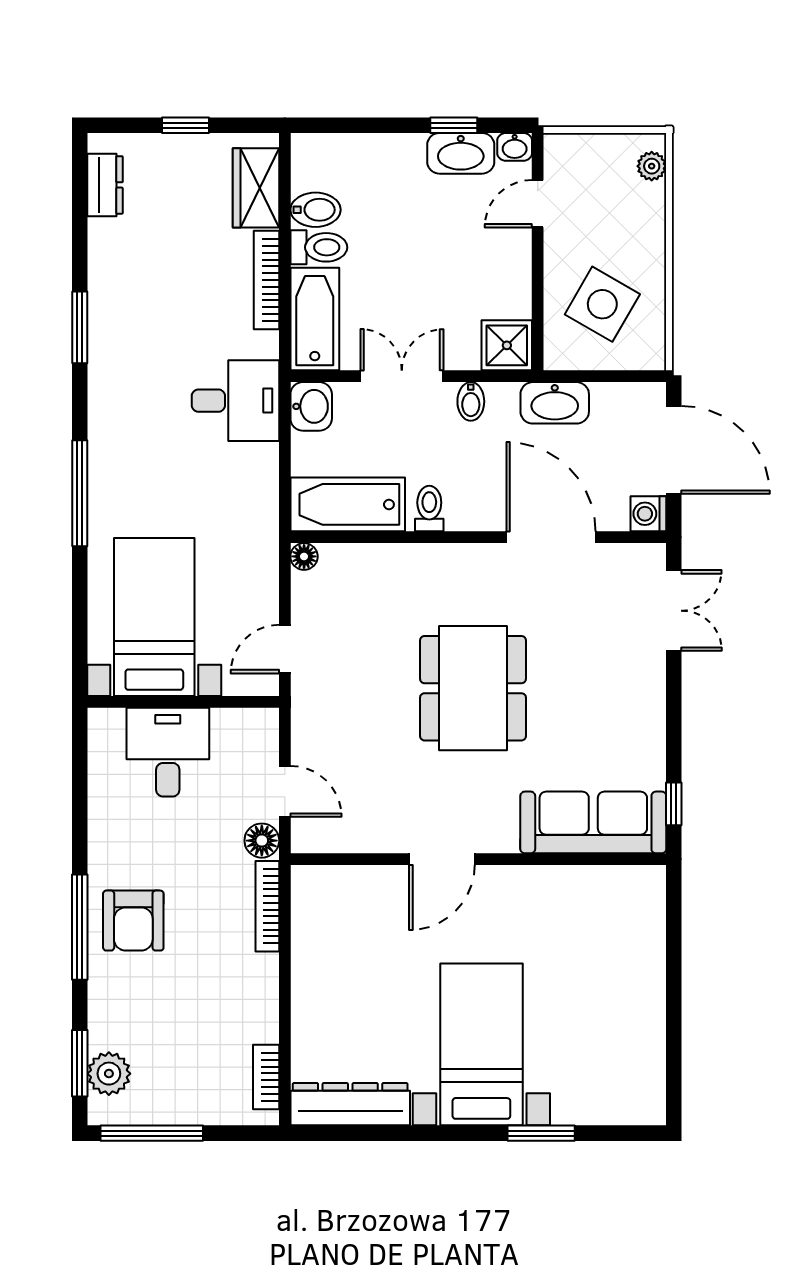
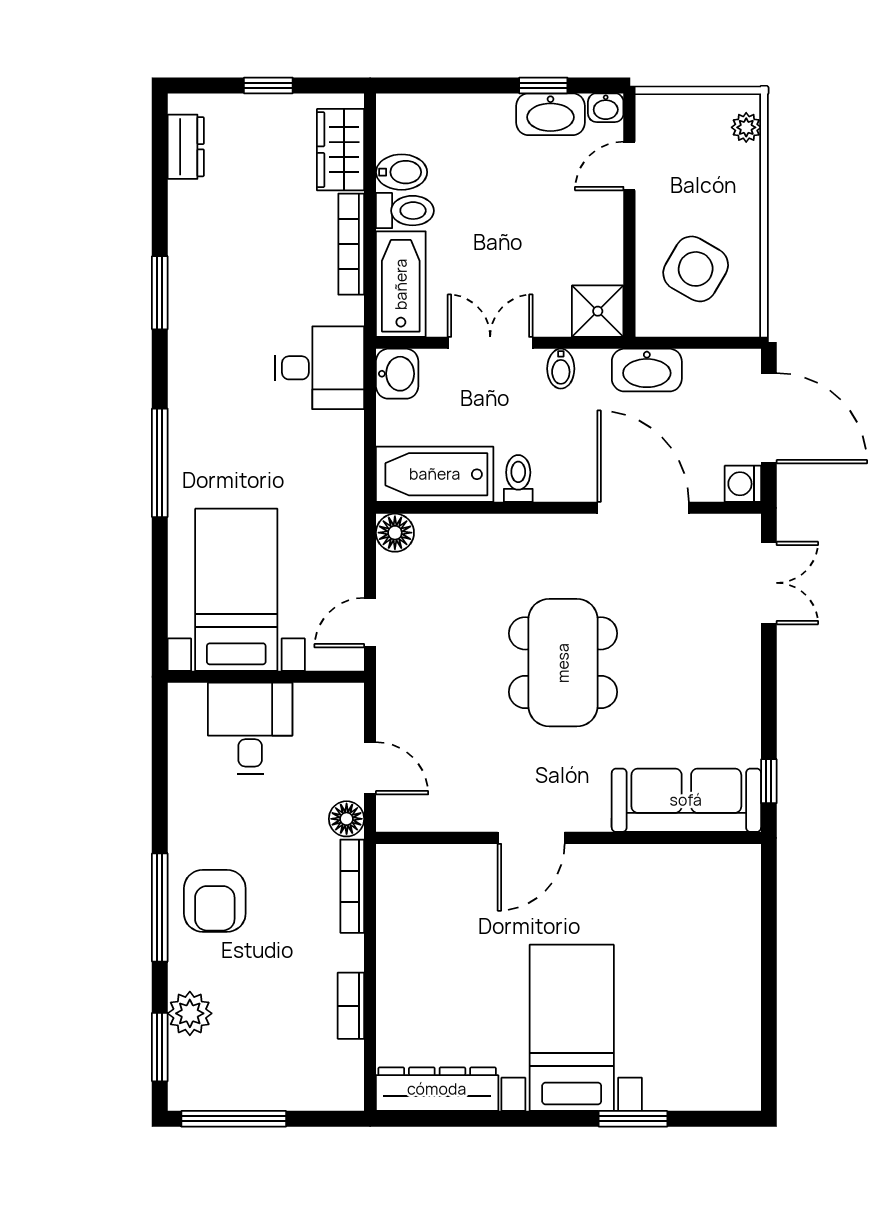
floor lamp: (304, 556) -> (395, 533), width x1.37, depth x1.37
plant: (109, 1074) -> (190, 1013), moved
bookcase: (266, 1077) -> (351, 1006), moved

